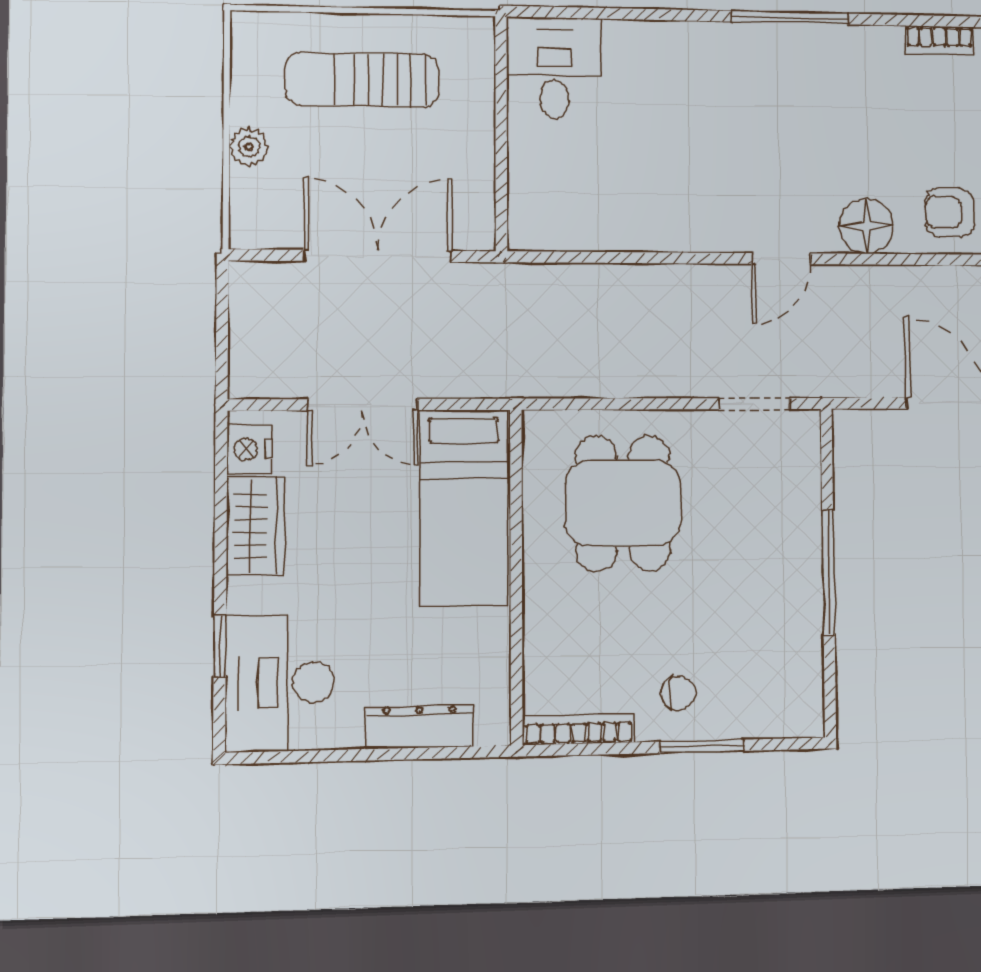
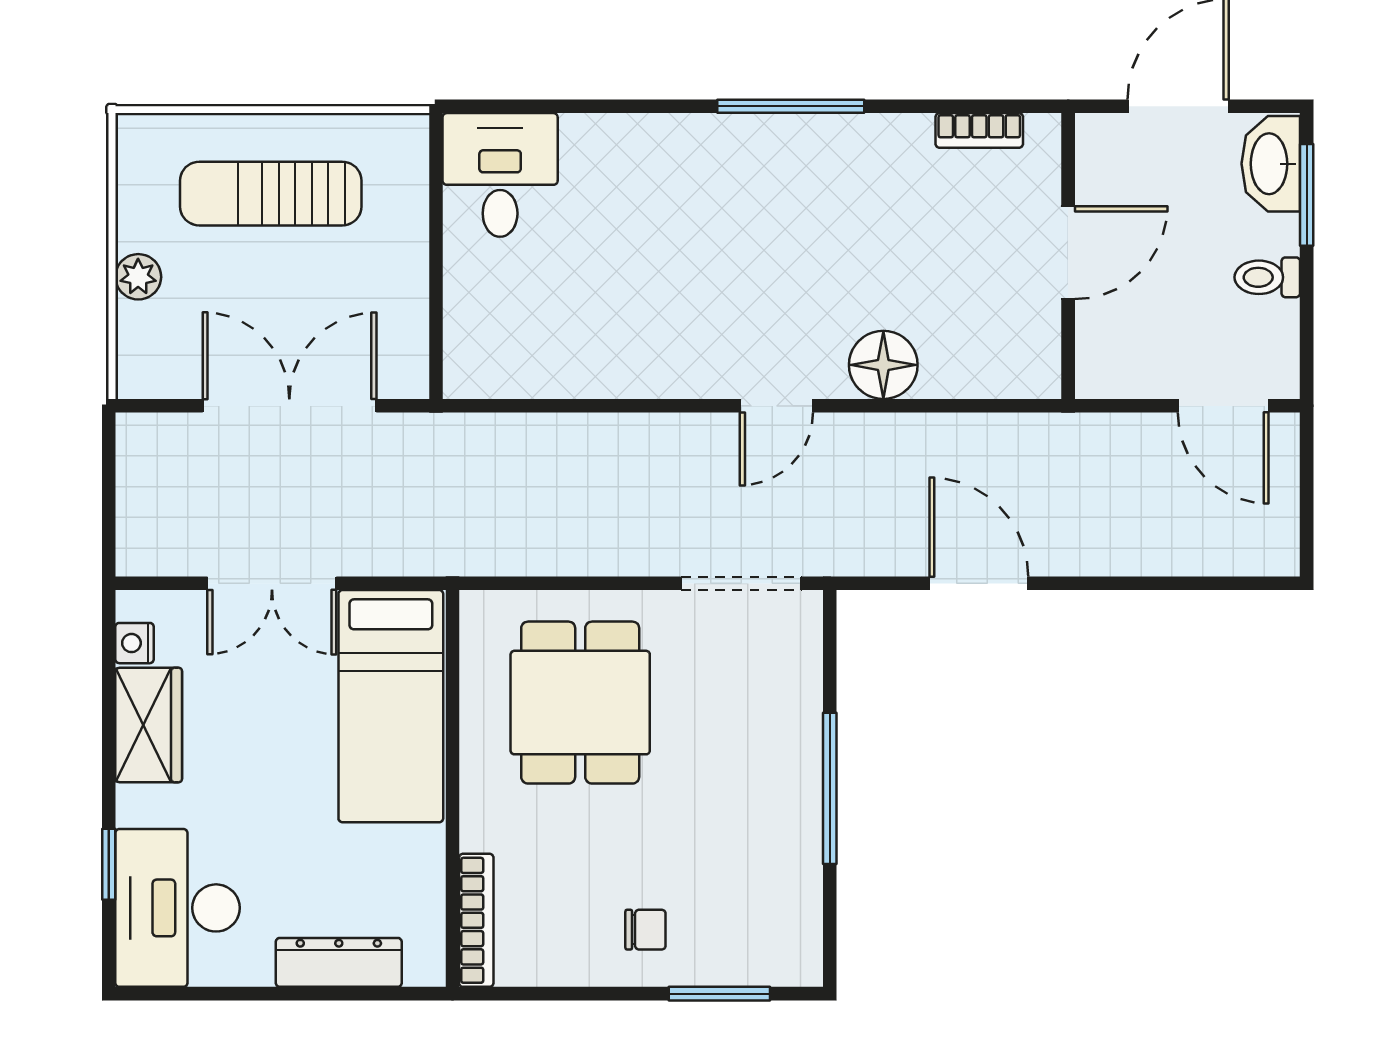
armchair: (949, 212) -> (988, 347), removed
doorway: (754, 404) -> (741, 583), width x1.38
nightstand: (250, 449) -> (135, 643), width x0.72, depth x0.74
bookcase: (579, 729) -> (476, 920), moved, turned 90
window: (702, 746) -> (719, 994), moved

